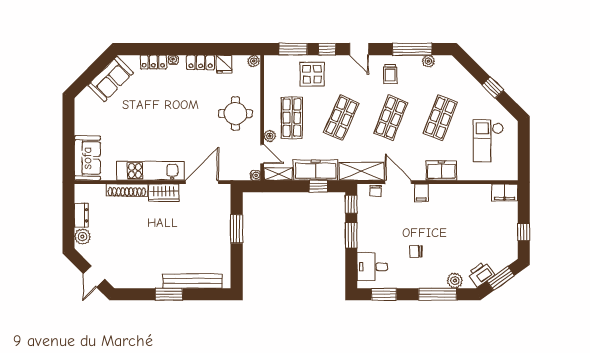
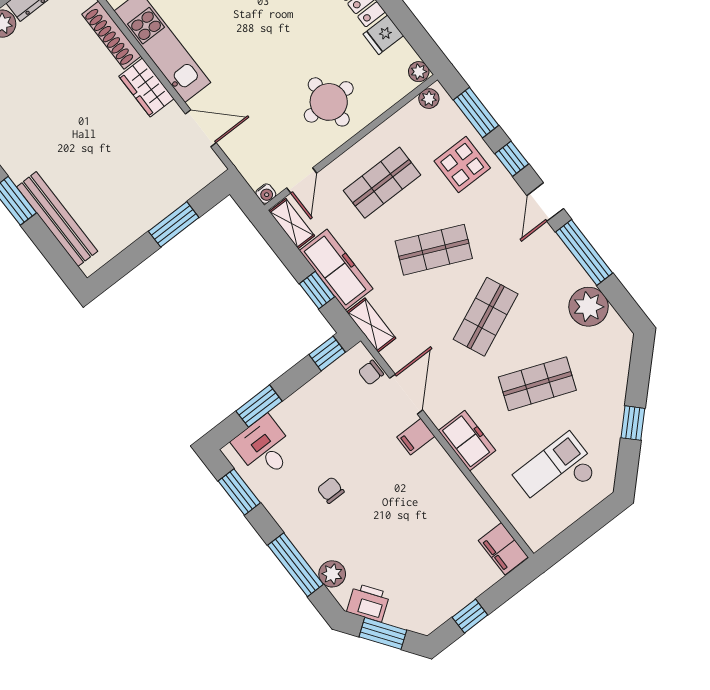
window: (412, 49) -> (584, 252), moved
plant: (428, 61) -> (589, 307), width x1.87, depth x1.87
trolley: (390, 74) -> (544, 270), removed
shop shelf: (391, 118) -> (486, 317), turned -45
plant: (270, 136) -> (429, 99), moved
shelving: (361, 171) -> (371, 325), width x0.67, depth x0.75
door: (202, 182) -> (201, 128), width x0.73
window: (351, 235) -> (259, 406), moved

